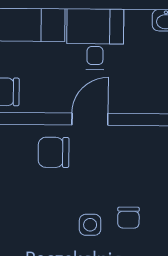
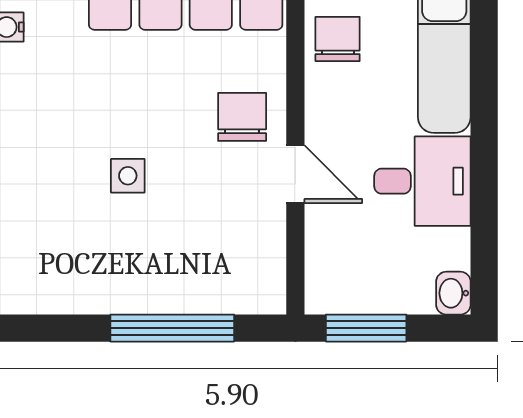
chair: (128, 218) -> (140, 237), removed

